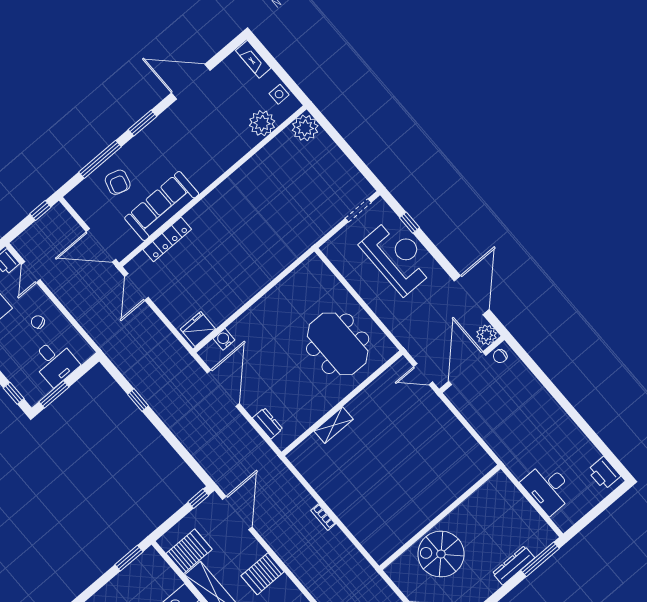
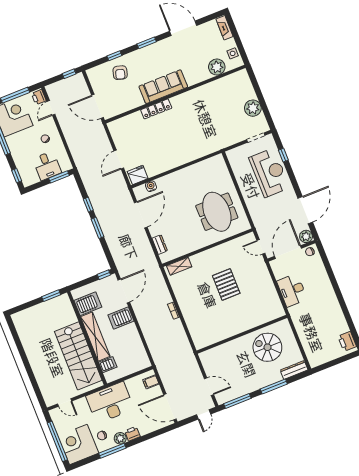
plant: (305, 128) -> (253, 108), moved
window: (100, 159) -> (114, 56), width x0.46
sofa: (162, 206) -> (163, 87), moved
locker: (167, 239) -> (156, 109), moved
door: (137, 287) -> (119, 160), moved
window: (54, 394) -> (59, 177), moved
shelving: (334, 425) -> (179, 266), moved
window: (164, 430) -> (97, 228), added
pallet: (390, 450) -> (226, 284), added
desk: (548, 488) -> (292, 290), moved
spiral stairs: (441, 554) -> (267, 347), moved
window: (540, 559) -> (274, 386), moved
dresser: (514, 565) -> (294, 370), moved
server rack: (263, 574) -> (121, 318), moved

